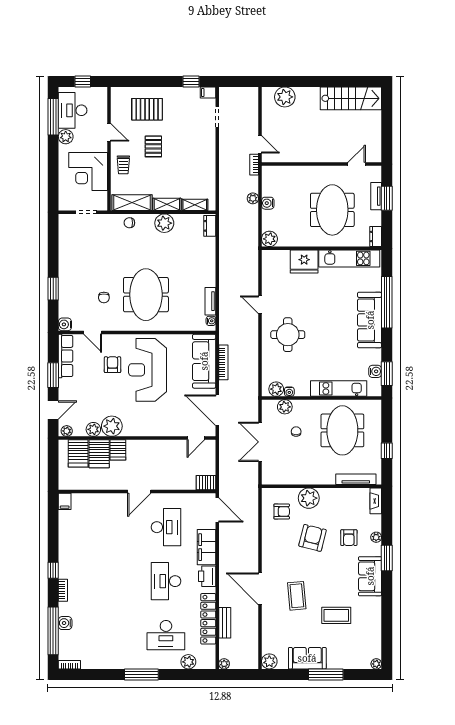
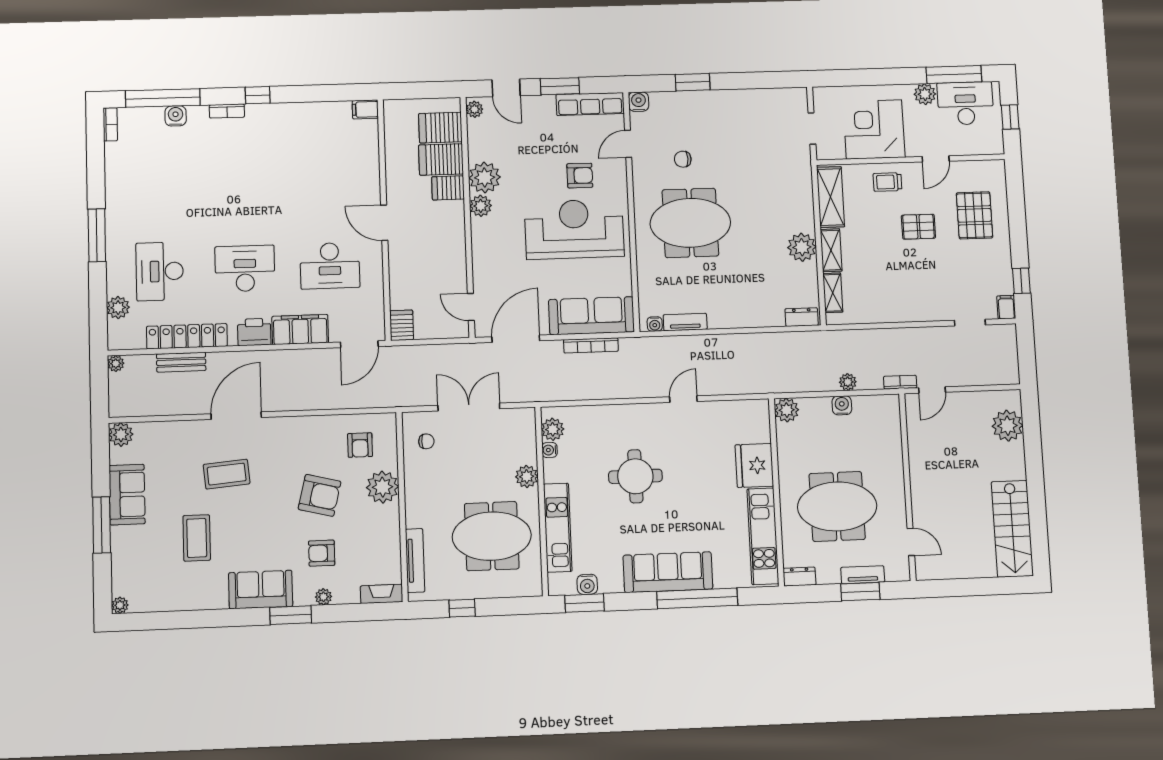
chair: (129, 223) -> (799, 194), removed
round table: (288, 335) -> (635, 476), moved
plant: (285, 407) -> (527, 477), moved
plant: (93, 429) -> (481, 206), moved
chair: (296, 432) -> (426, 441), moved

